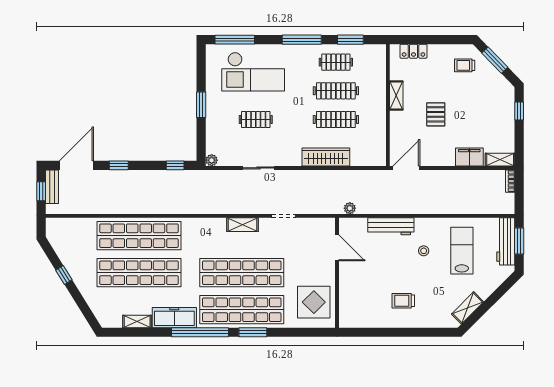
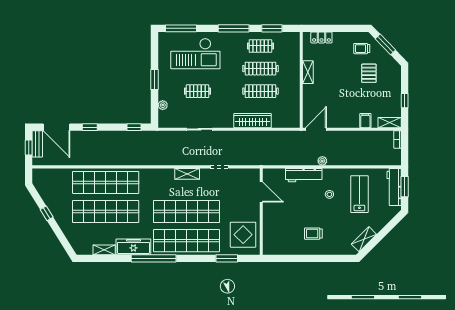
window: (519, 111) -> (405, 101), moved
pallet: (436, 114) -> (369, 73), moved
filing cabinet: (469, 157) -> (365, 121), width x0.50
plant: (212, 160) -> (163, 105), moved
door: (76, 165) -> (57, 127), swing flipped
plant: (350, 208) -> (322, 161), moved
window: (253, 332) -> (227, 258), moved

